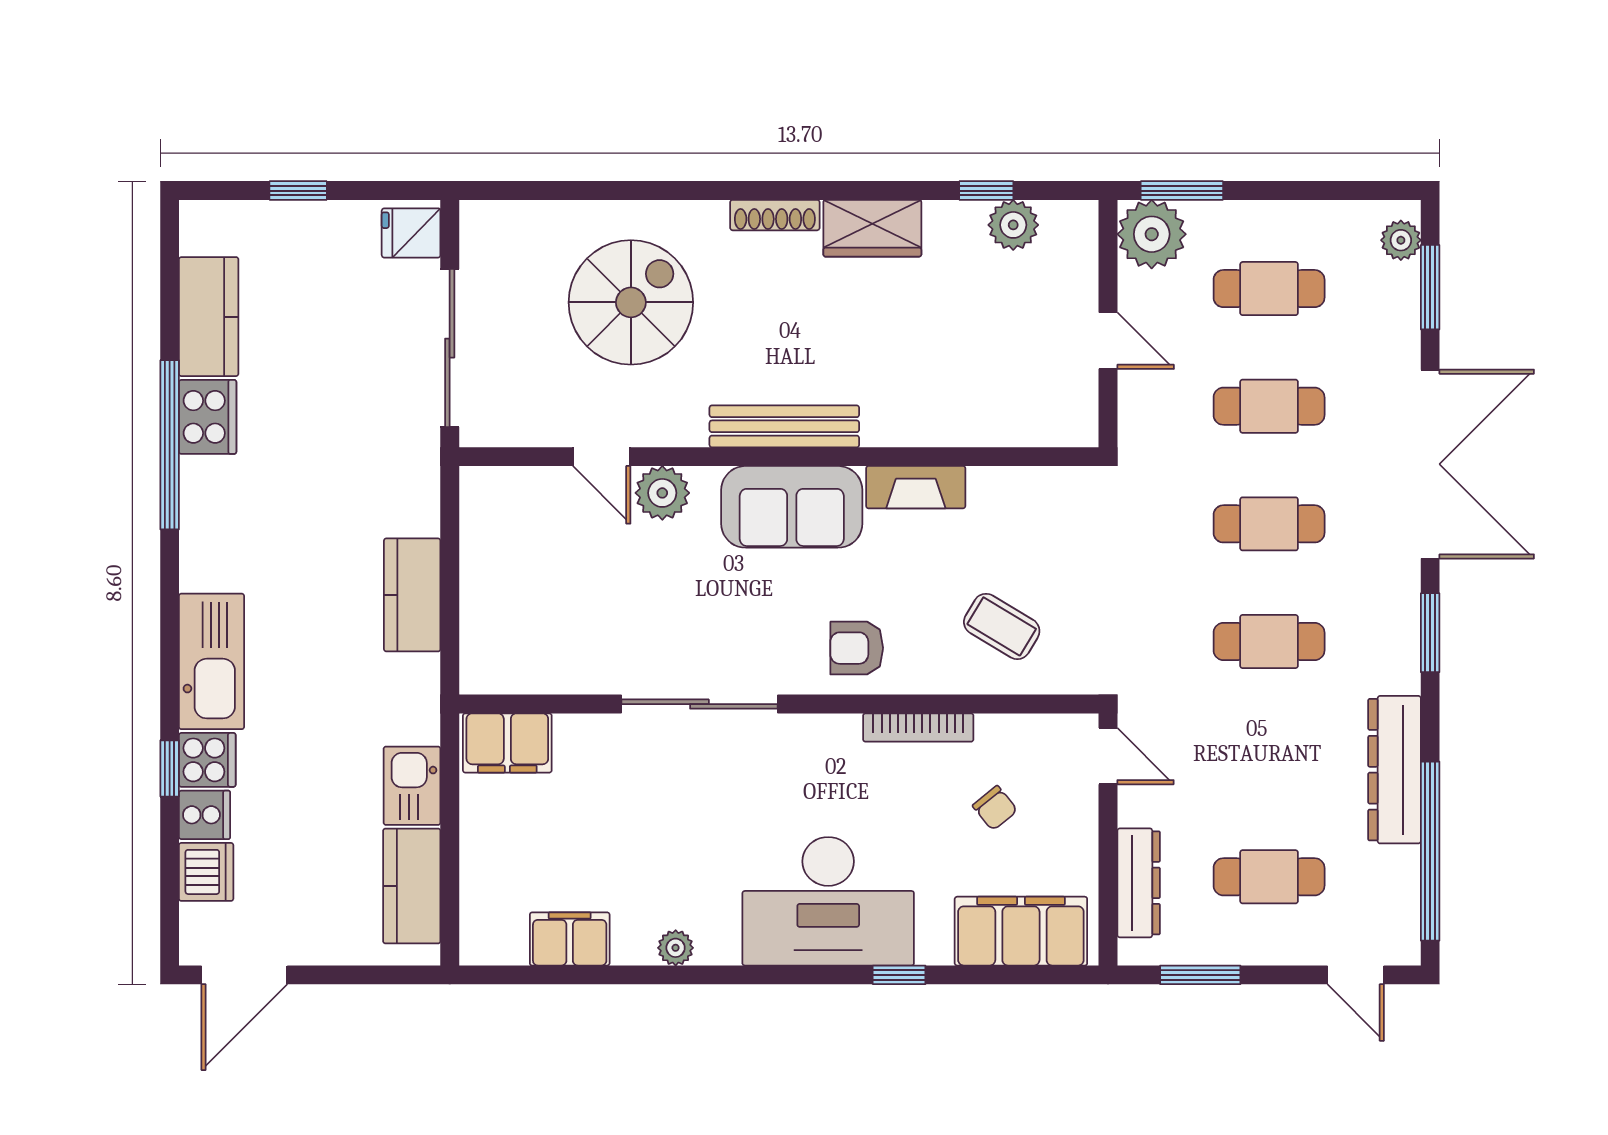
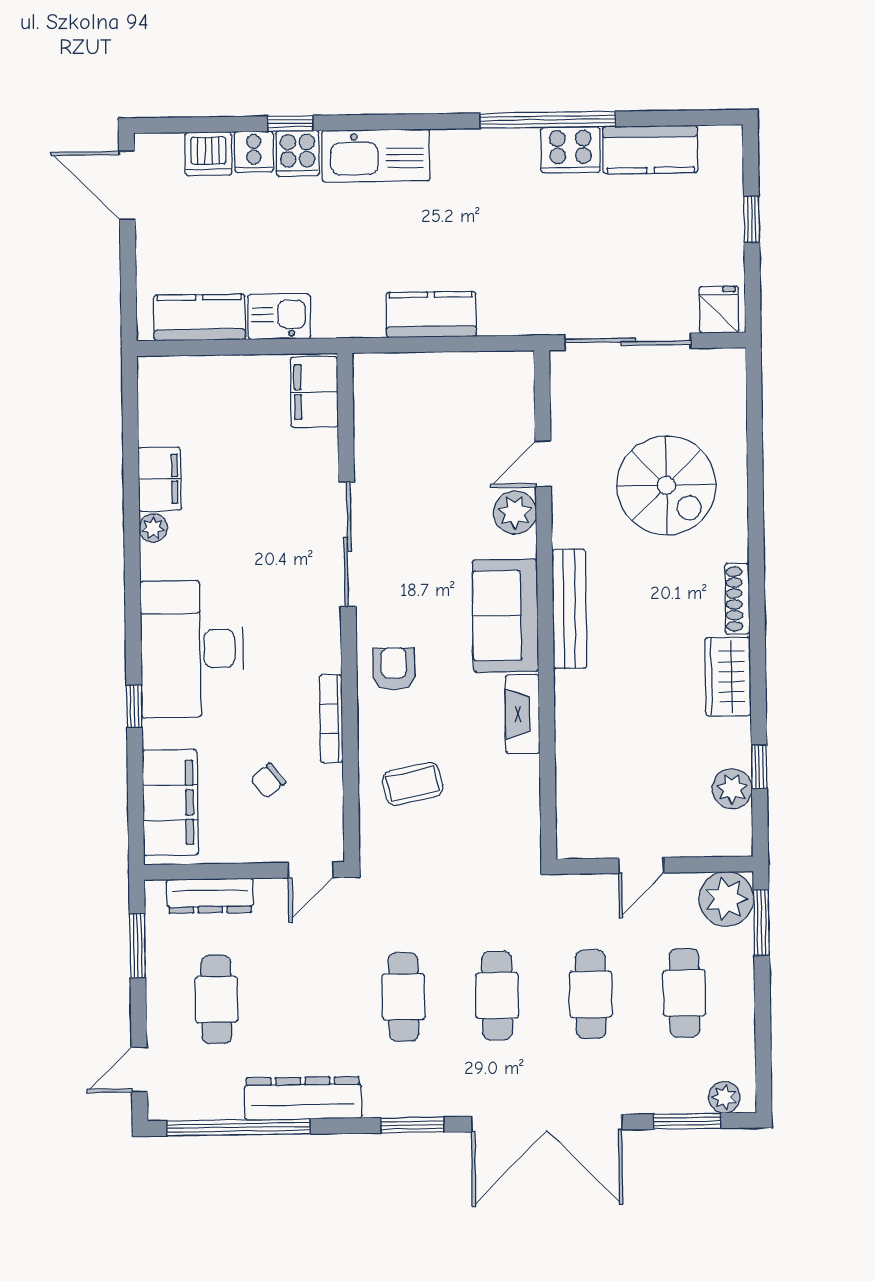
coffee table: (1002, 626) -> (413, 784), turned 47
filing cabinet: (570, 939) -> (160, 479), moved

